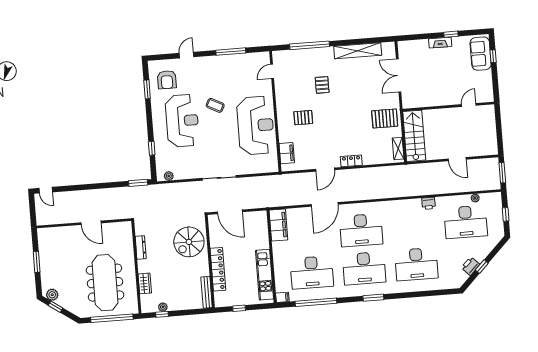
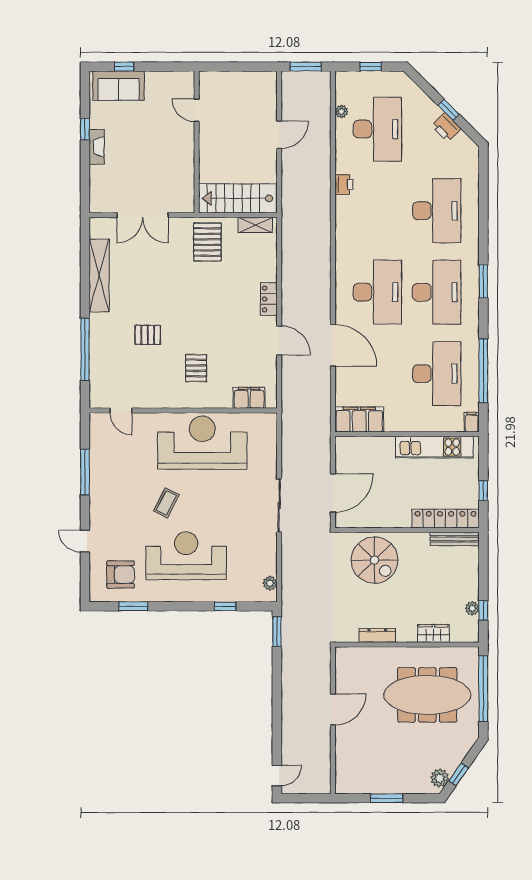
locker: (218, 269) -> (446, 519), moved

